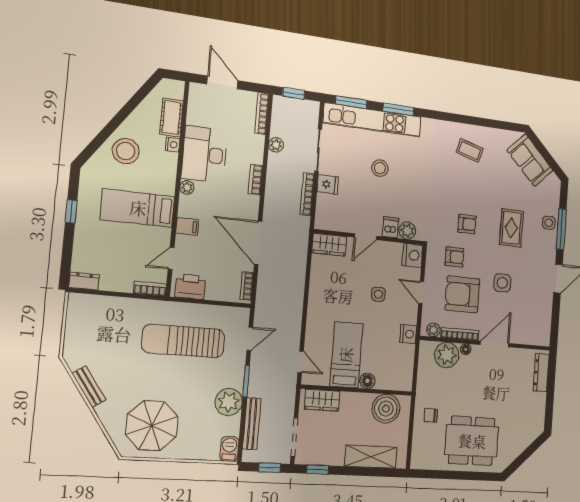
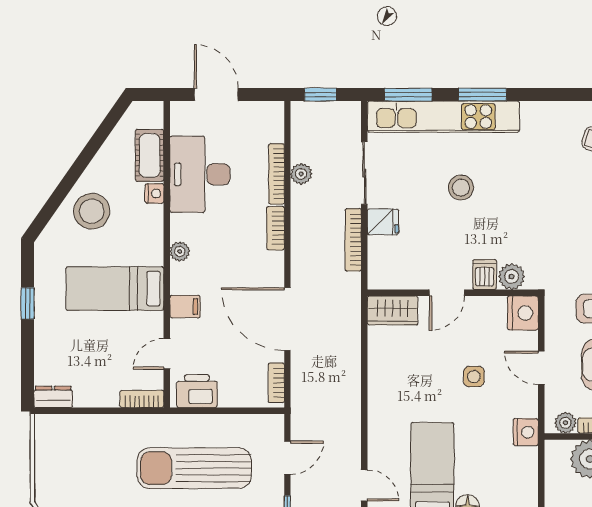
bookcase: (262, 114) -> (277, 174), moved
desk: (204, 154) -> (200, 174), moved

